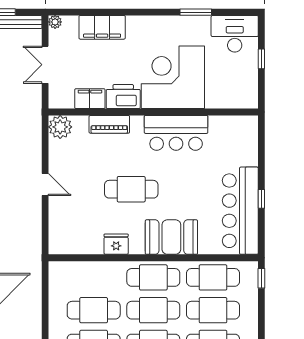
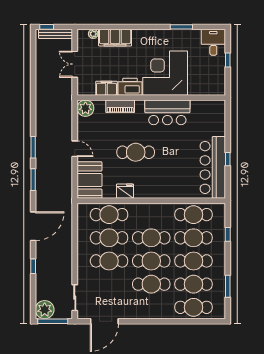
plant: (55, 22) -> (93, 34), moved
desk: (235, 34) -> (213, 42), width x0.73
booth: (171, 237) -> (89, 180), moved, turned 90
cafe table: (153, 277) -> (109, 215), moved
window: (261, 278) -> (228, 234), moved

